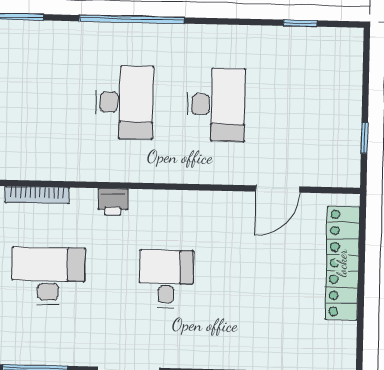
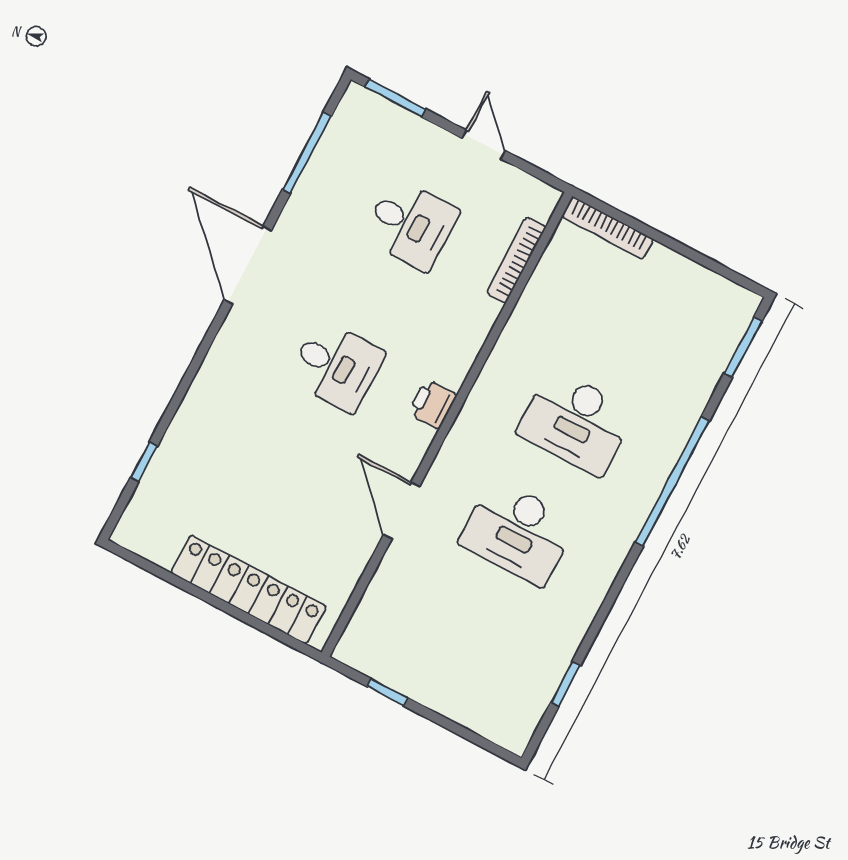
door: (278, 189) -> (402, 511), moved
printer: (113, 202) -> (433, 404), moved
desk: (48, 276) -> (411, 224), width x0.73

